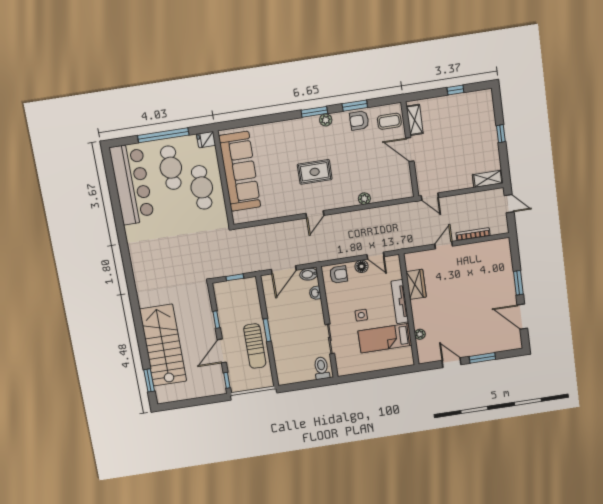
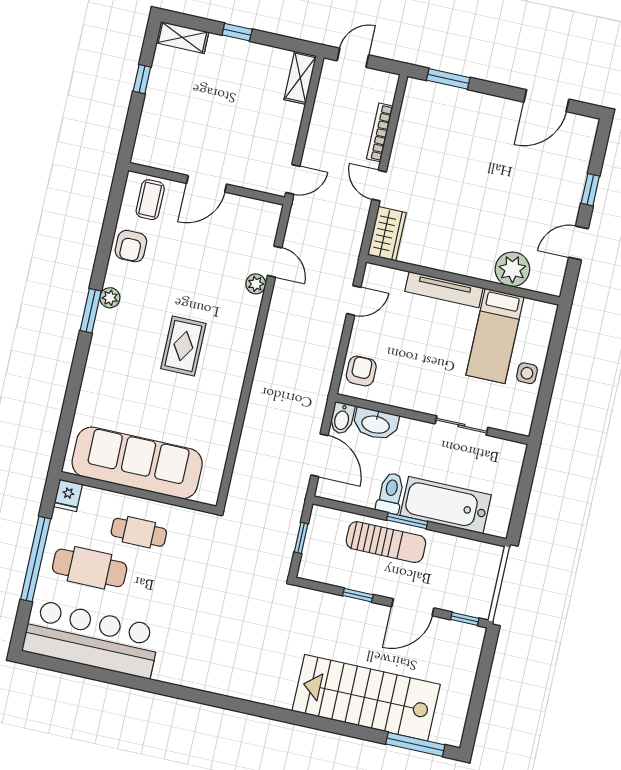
window: (355, 106) -> (105, 244), removed
shelving: (415, 120) -> (182, 37), moved
cafe table: (202, 187) -> (139, 532), width x0.73, depth x0.74
door: (315, 214) -> (275, 262), moved
floor lamp: (362, 266) -> (362, 329), removed
window: (518, 283) -> (448, 79), moved
wardrobe: (416, 284) -> (387, 234), moved, turned 90
washbasin: (315, 293) -> (376, 424), width x1.91, depth x1.45
side table: (361, 315) -> (527, 373), moved
plant: (420, 334) -> (512, 269), width x1.88, depth x1.88
sun lounger: (255, 346) -> (386, 542), moved
bathtub: (284, 347) -> (446, 505), added
door: (222, 351) -> (413, 607), hinge flipped
window: (482, 358) -> (590, 190), width x0.67
toilet: (322, 368) -> (391, 493), moved, turned 90
window: (149, 380) -> (415, 744), width x1.44

